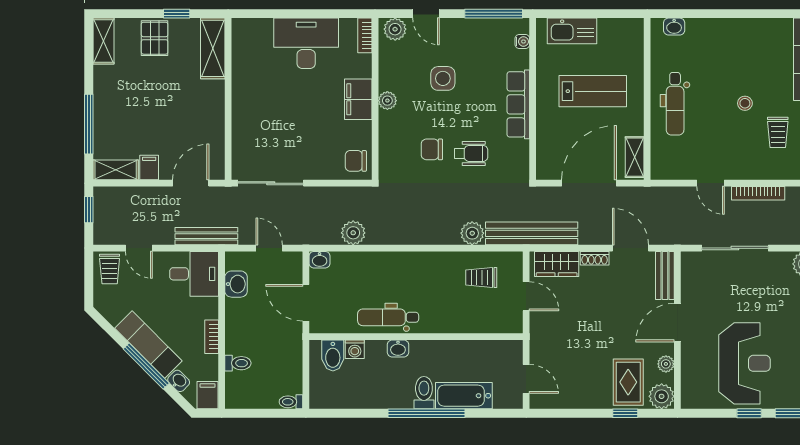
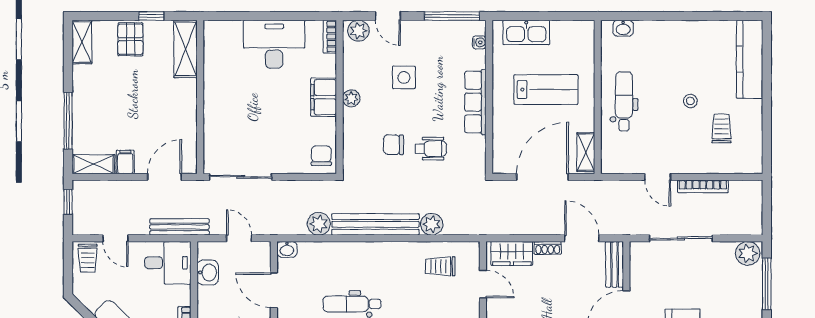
dental chair: (675, 104) -> (624, 101), turned 180
trolley: (778, 132) -> (721, 129), turned 180
chair: (356, 161) -> (321, 156), turned 90
bench: (532, 233) -> (375, 224), moved

